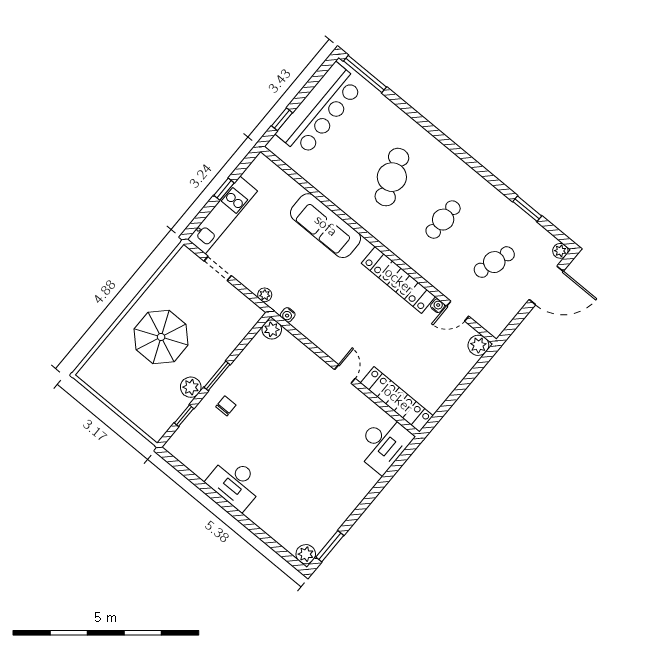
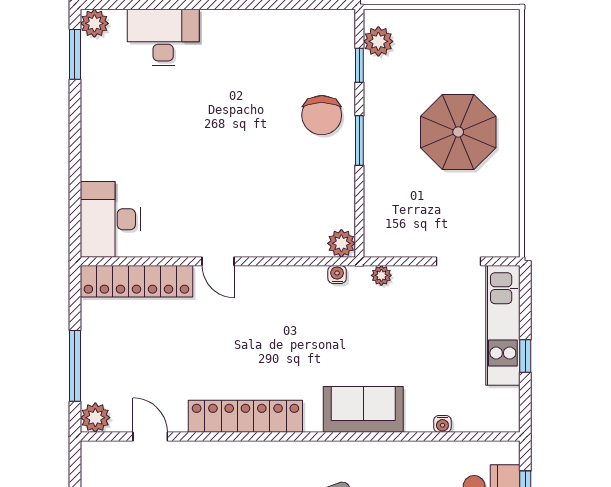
sofa: (326, 226) -> (363, 409), width x0.73
water cooler: (438, 306) -> (442, 424), moved
door: (458, 311) -> (150, 437), hinge flipped
window: (466, 382) -> (75, 366), added
plant: (191, 387) -> (378, 41), moved
chair: (226, 406) -> (322, 115), width x1.87, depth x1.87
desk: (235, 483) -> (163, 37), moved

